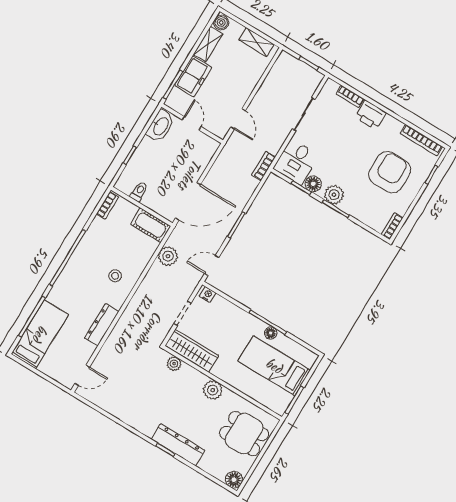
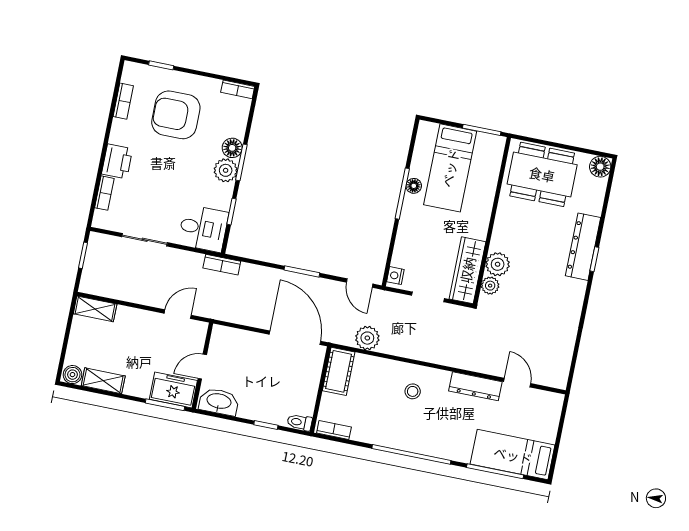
shelving: (256, 42) -> (95, 309), moved, turned 90
freezer: (193, 76) -> (173, 390), moved
bookcase: (421, 140) -> (123, 101), width x0.64
floor lamp: (313, 184) -> (232, 148), moved
toilet: (139, 192) -> (300, 422), moved
door: (82, 375) -> (517, 383), moved
plant: (213, 390) -> (498, 264), moved
dining table: (244, 434) -> (542, 174), width x1.37

